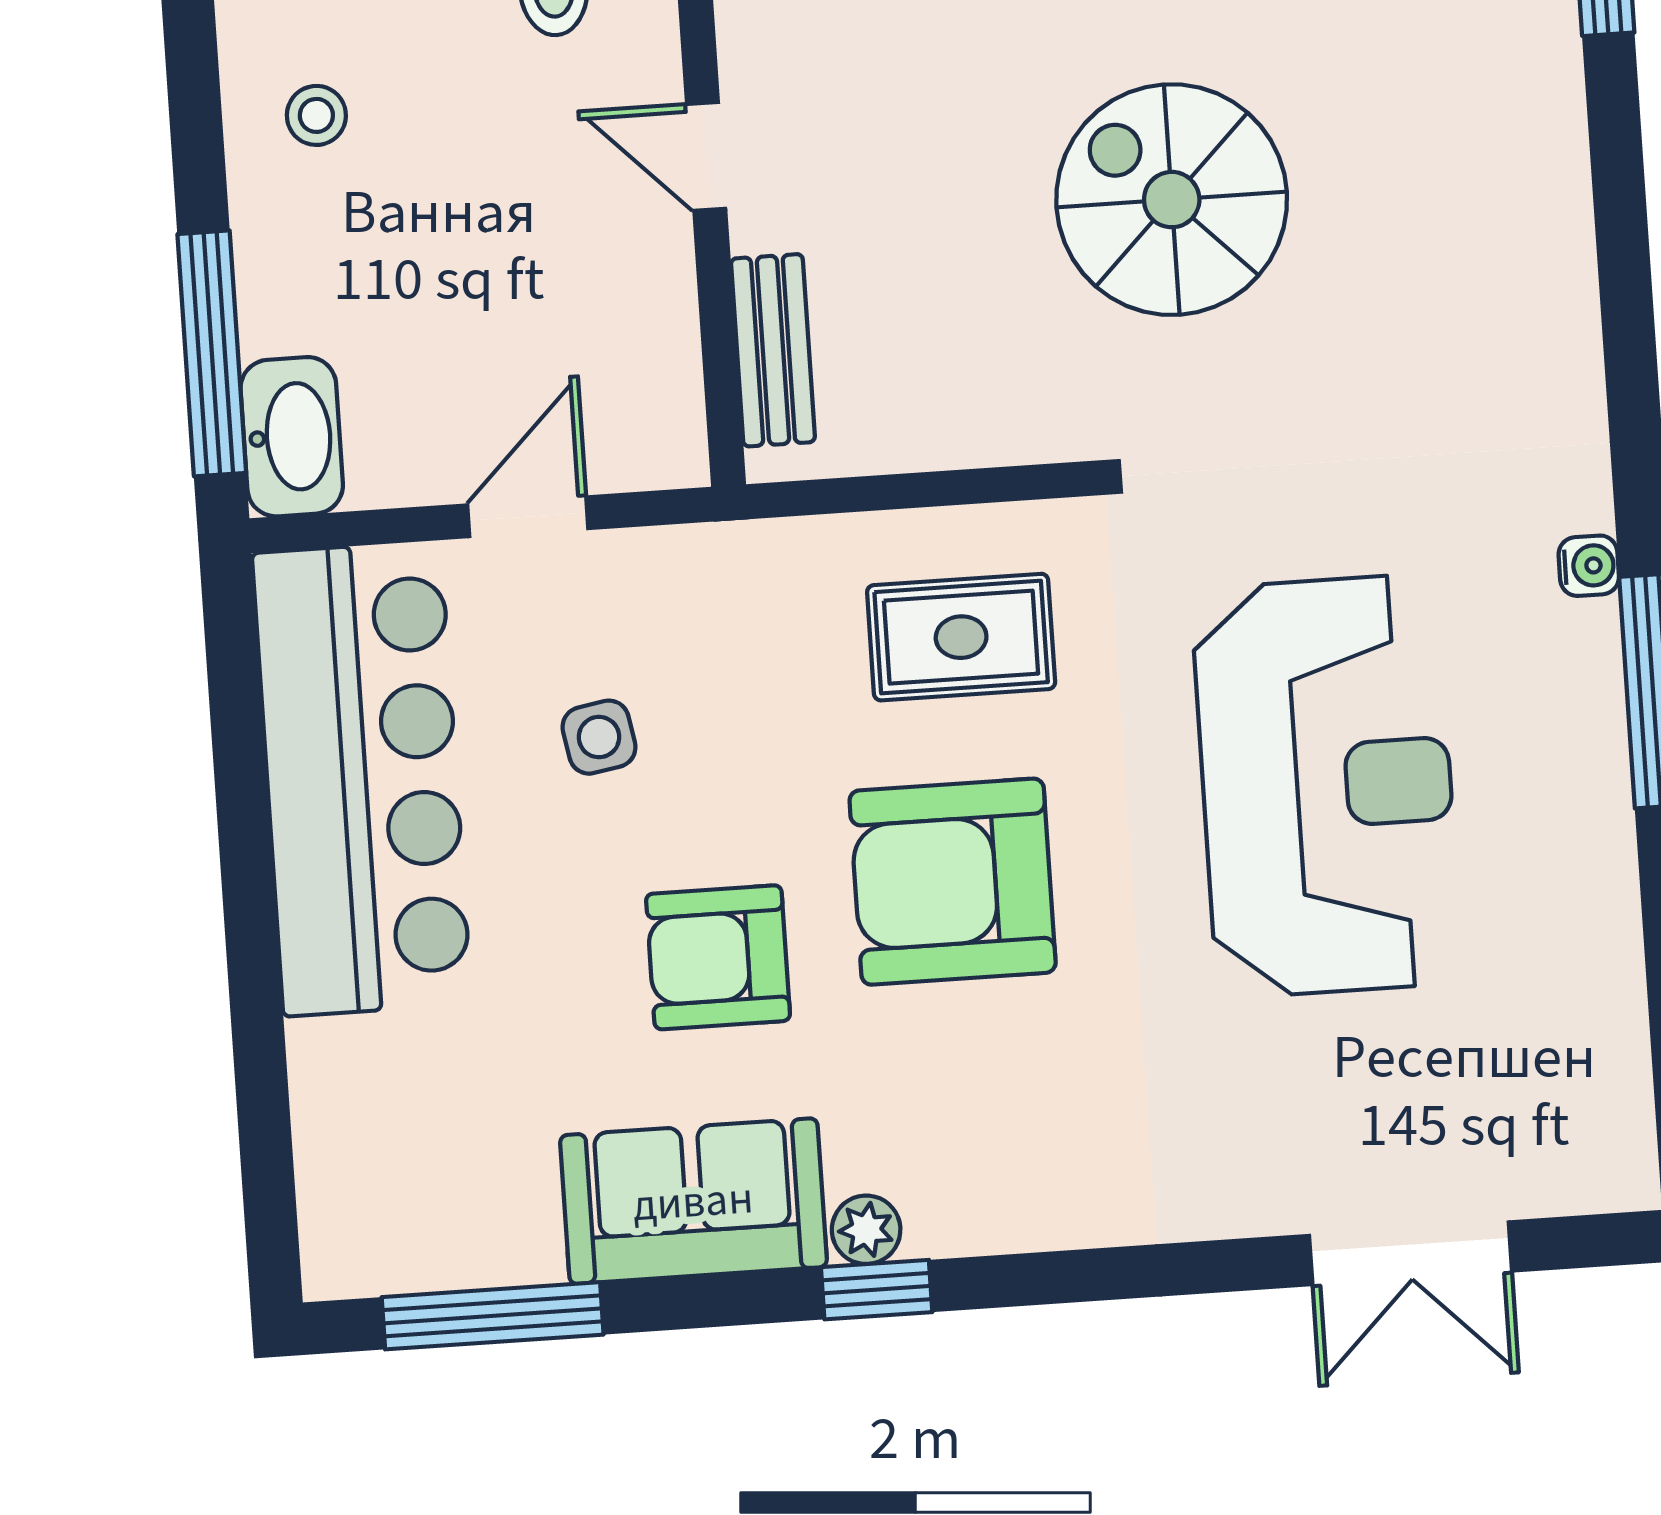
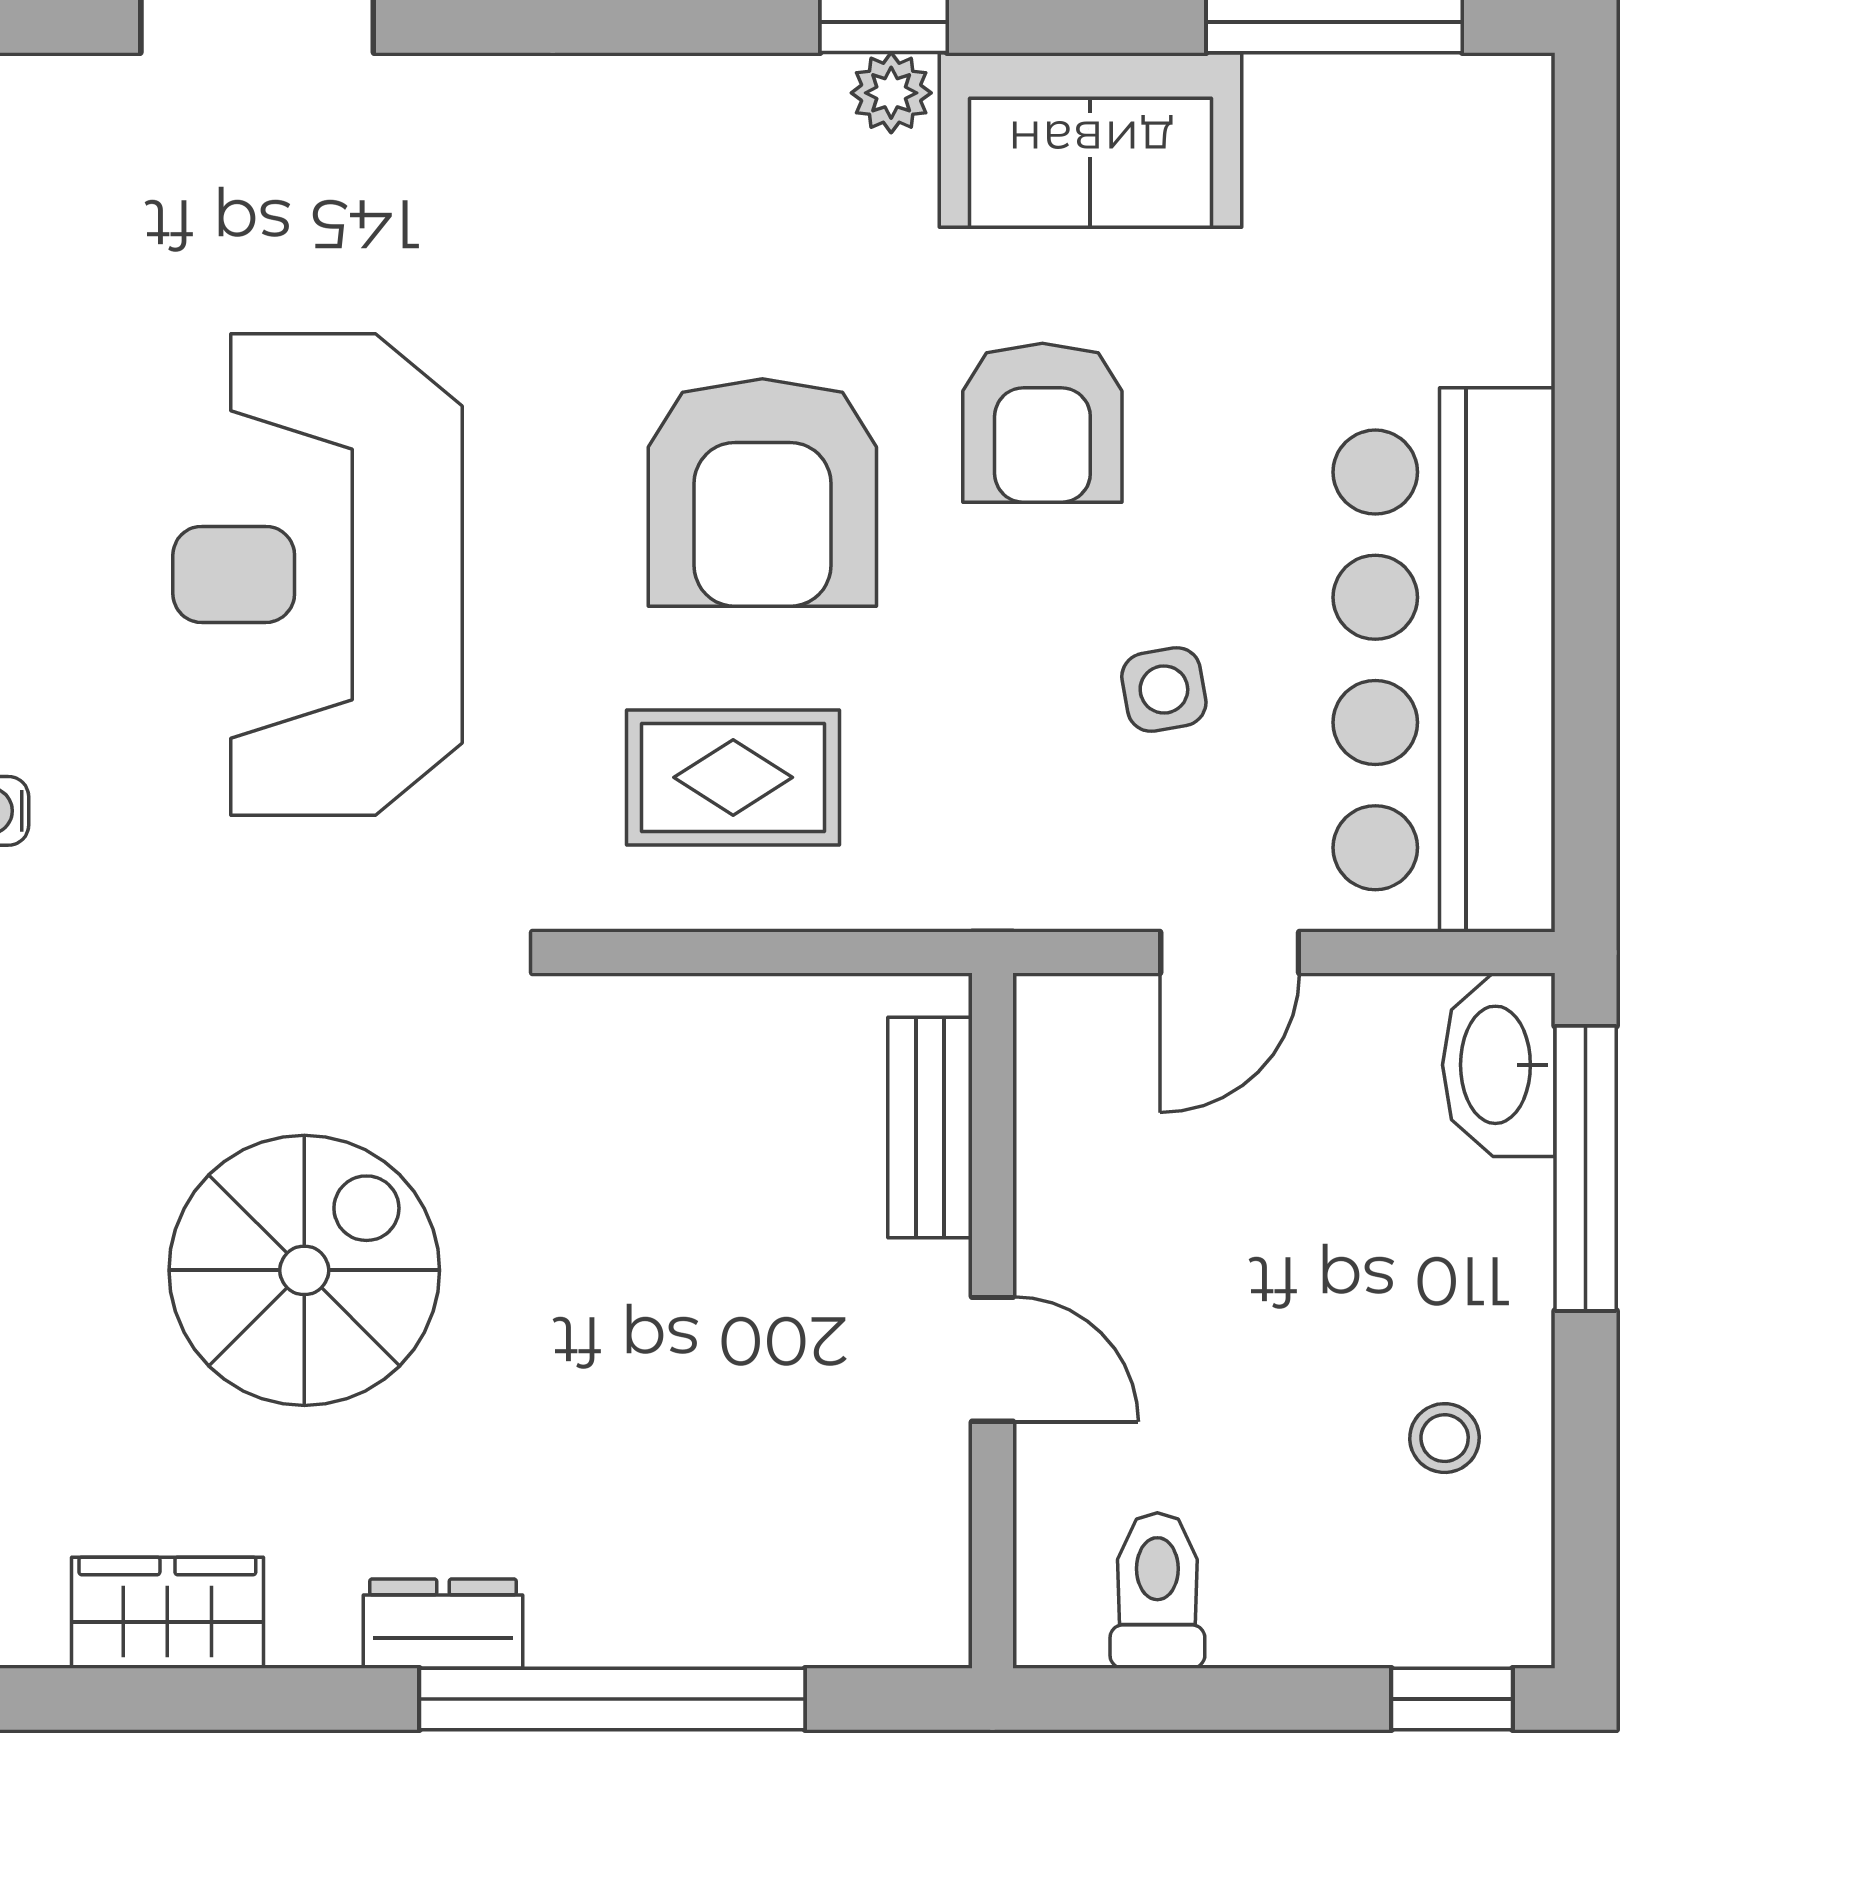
spiral stairs: (1172, 200) -> (304, 1270), moved, turned -90
armchair: (953, 882) -> (762, 493), turned 90
armchair: (718, 957) -> (1042, 423), turned 90

